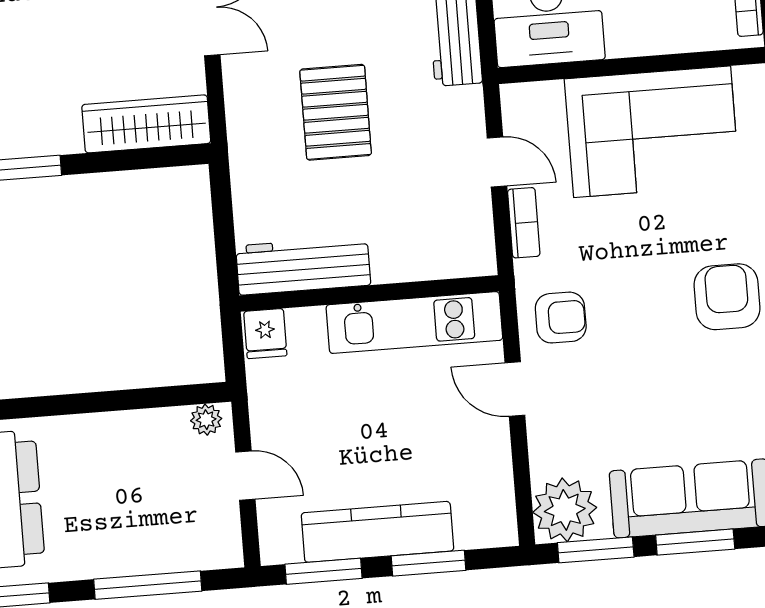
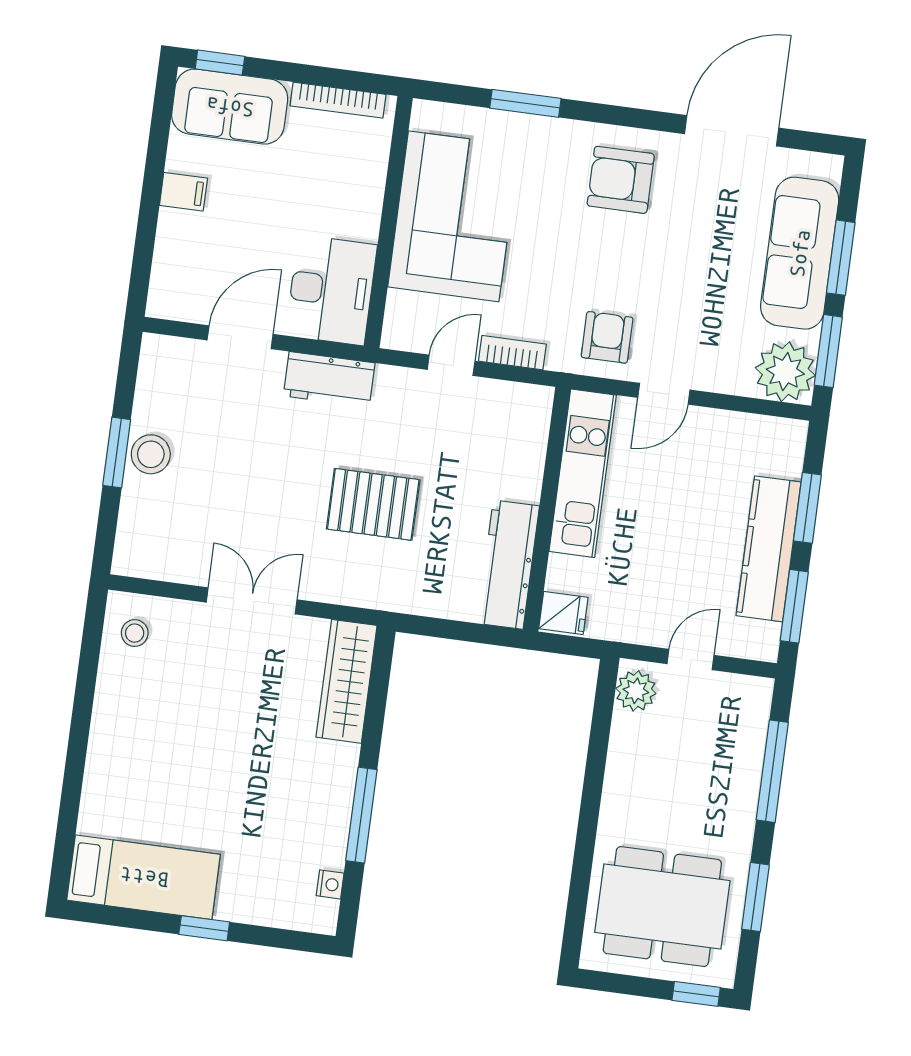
plant: (206, 420) -> (636, 691), width x1.38, depth x1.38

